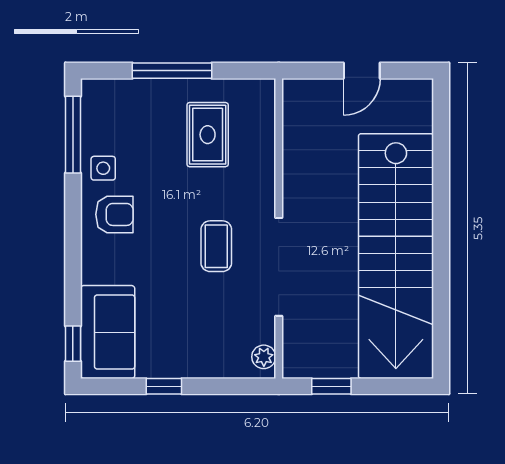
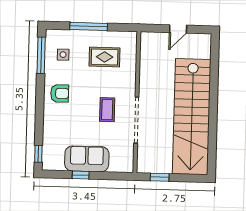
rug: (208, 135) -> (105, 57), turned 90
side table: (103, 168) -> (63, 55), moved
sofa: (108, 332) -> (87, 159), moved, turned -90
plant: (264, 357) -> (128, 162), removed

